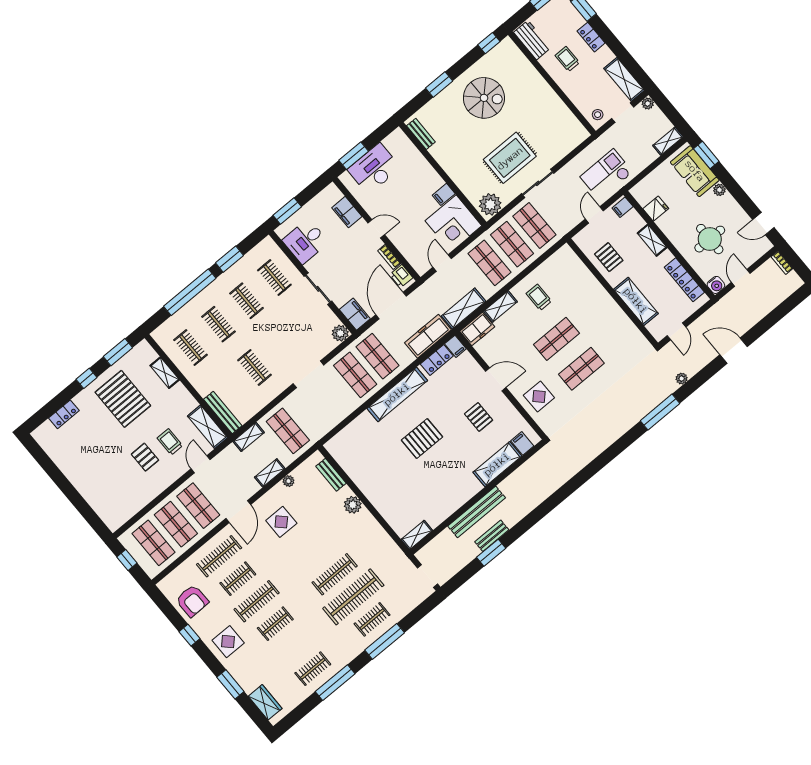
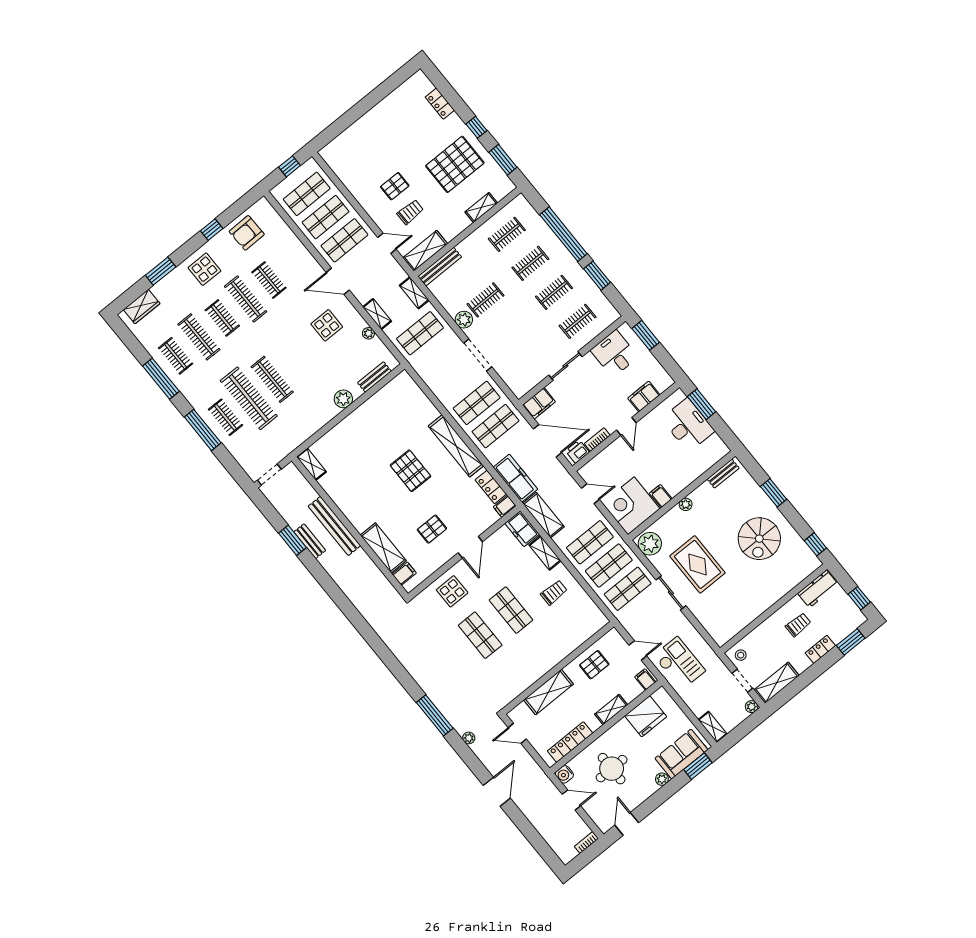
plant: (451, 170) -> (686, 504), added
fridge: (656, 209) -> (646, 716), width x1.88, depth x1.34
plant: (340, 333) -> (464, 320), moved
clothes rail: (219, 556) -> (199, 337), moved

